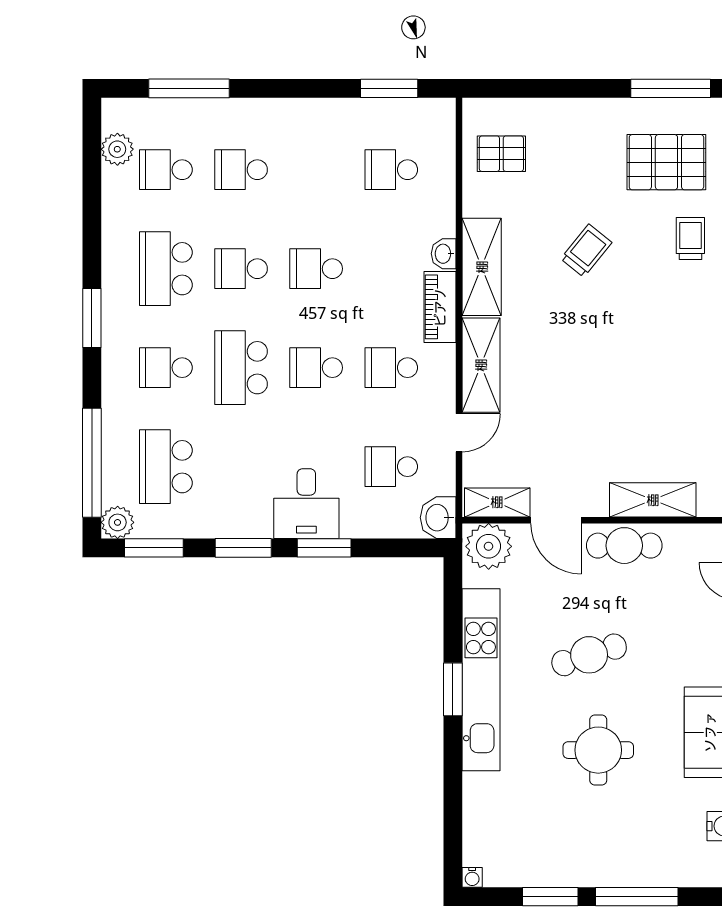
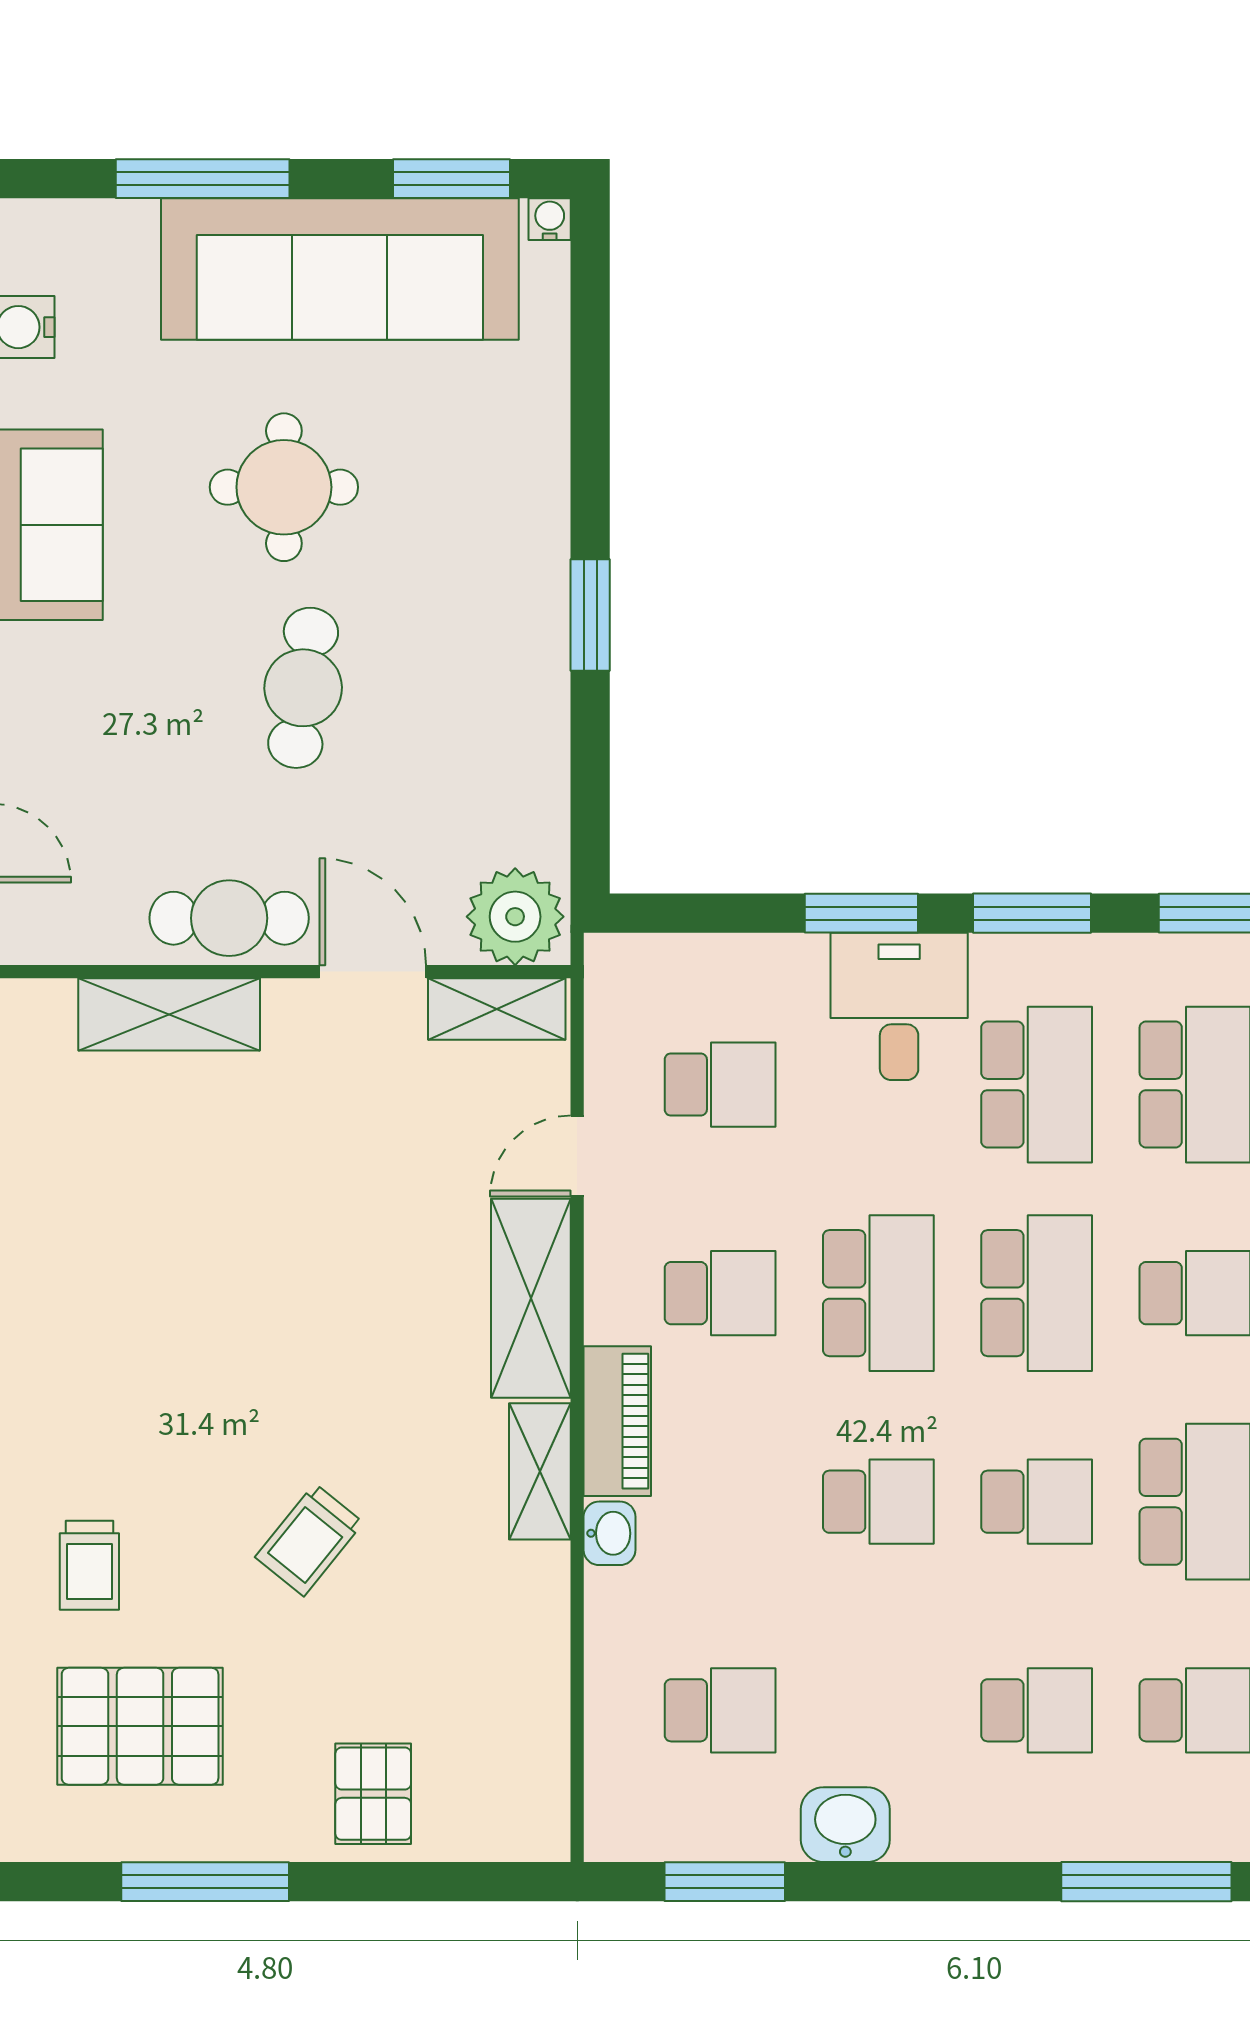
window: (671, 88) -> (205, 1882), moved
pallet: (501, 154) -> (373, 1794), moved, turned 90
shelving: (482, 267) -> (540, 1471), width x0.67, depth x0.75
school desk: (316, 368) -> (878, 1293), width x1.85
school desk: (241, 467) -> (1037, 1085), added
washbasin: (438, 518) -> (845, 1825), moved, turned -90
cafe table: (589, 655) -> (303, 688), turned -64
kitchen unit: (481, 680) -> (531, 635), removed
sofa: (572, 854) -> (340, 269), added
window: (550, 897) -> (452, 179), moved

